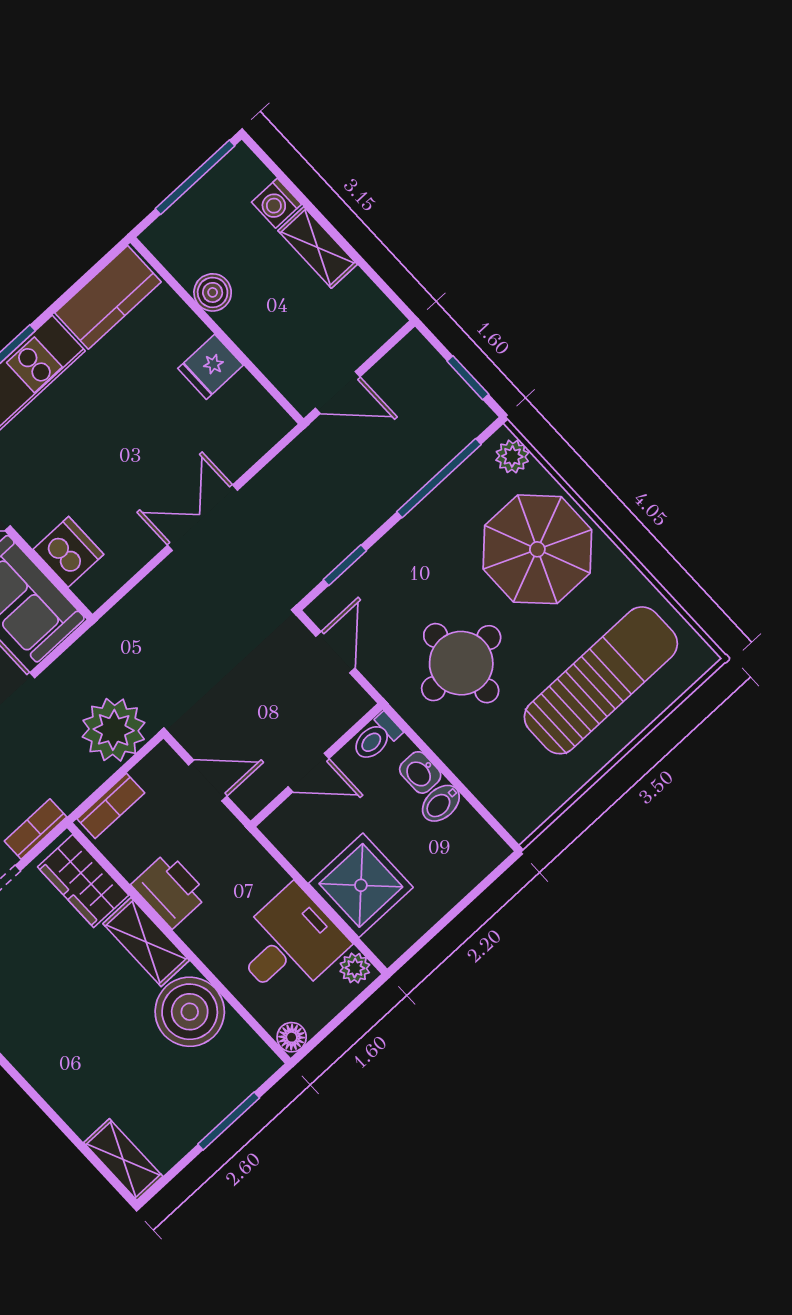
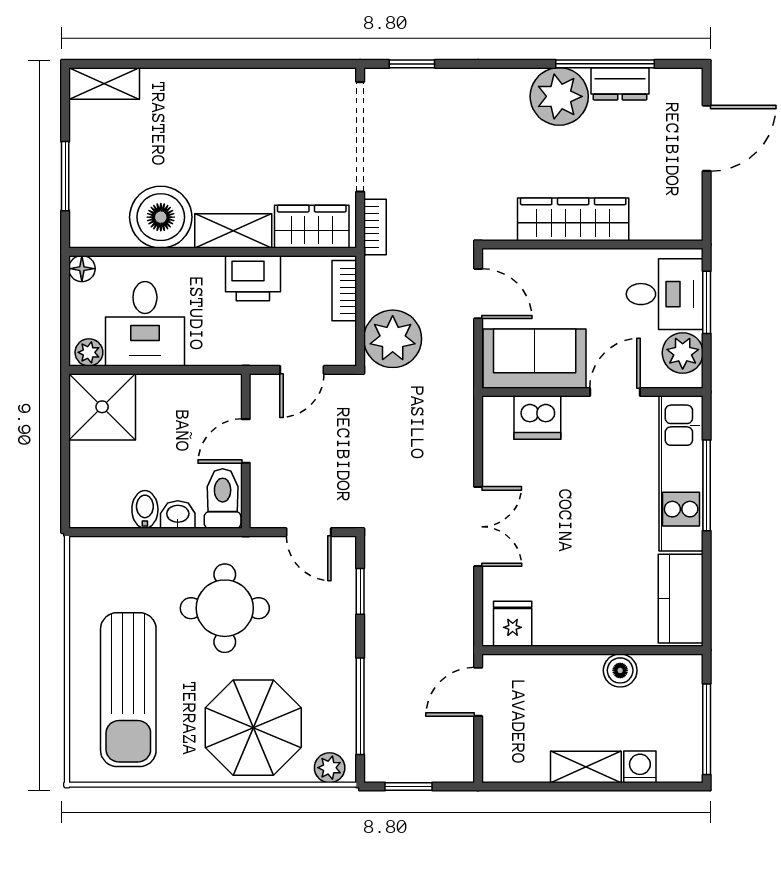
fridge: (210, 367) -> (513, 624), moved
toilet: (376, 738) -> (223, 498), width x1.37, depth x1.39
shower: (361, 885) -> (102, 407), moved

